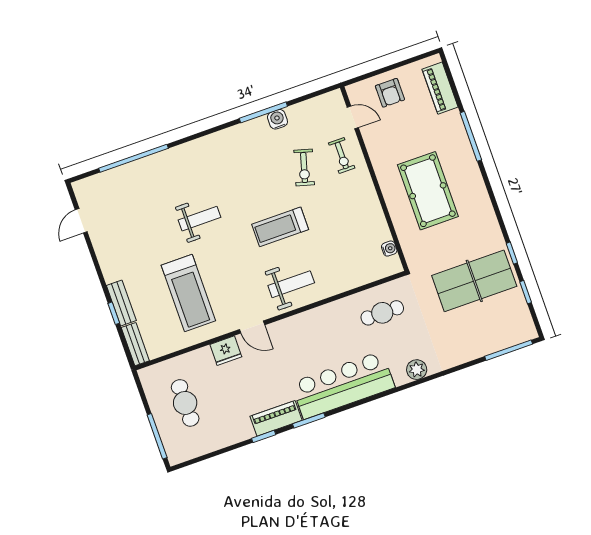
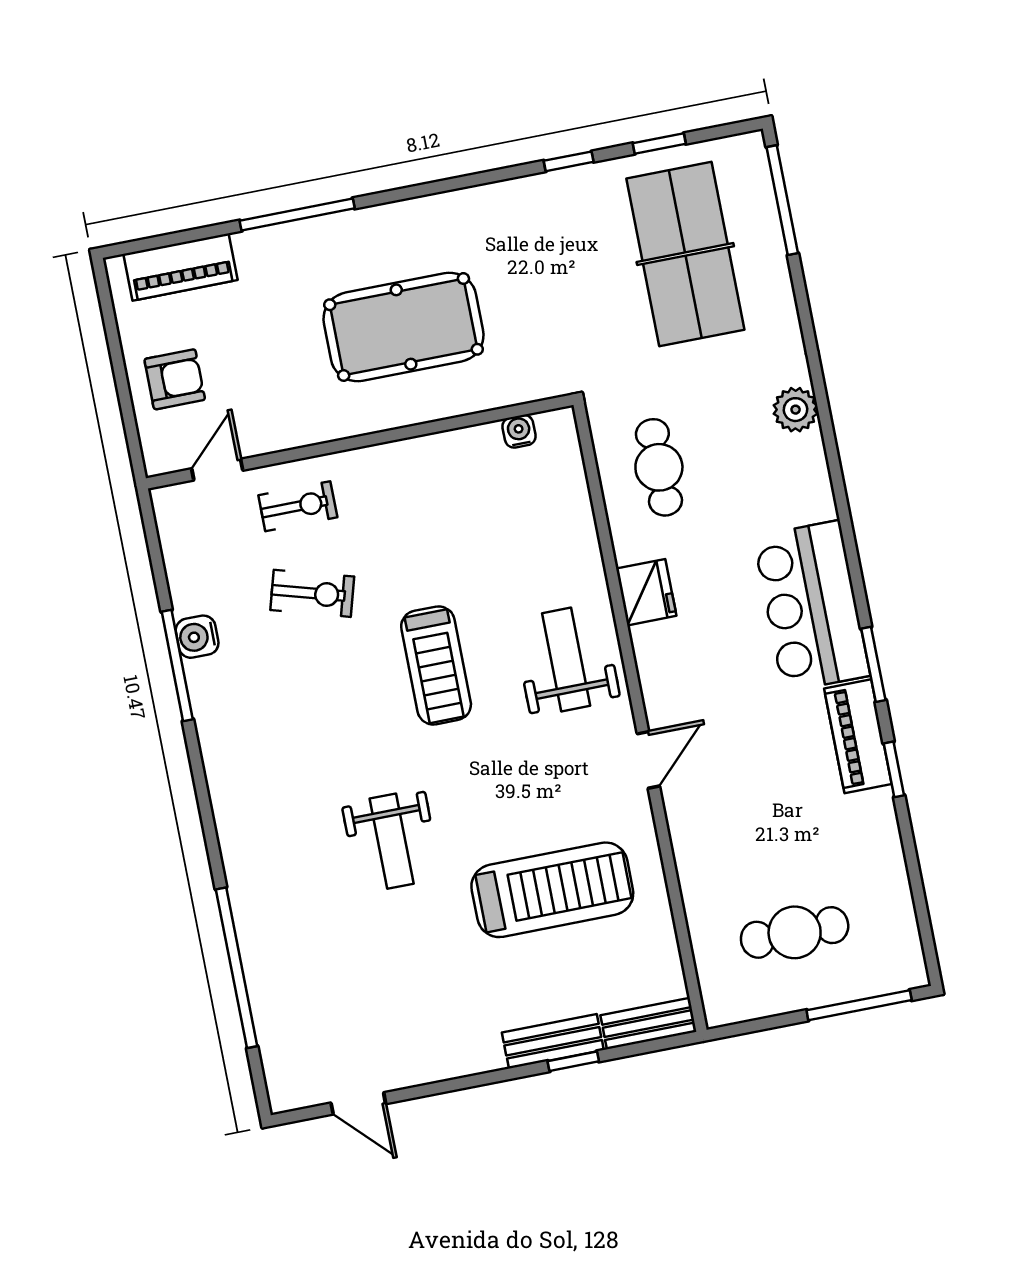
weight bench: (199, 219) -> (392, 841), turned 180
table tennis table: (474, 281) -> (685, 254), moved
fridge: (226, 351) -> (646, 592), moved
bar counter: (343, 385) -> (812, 606), width x0.73

